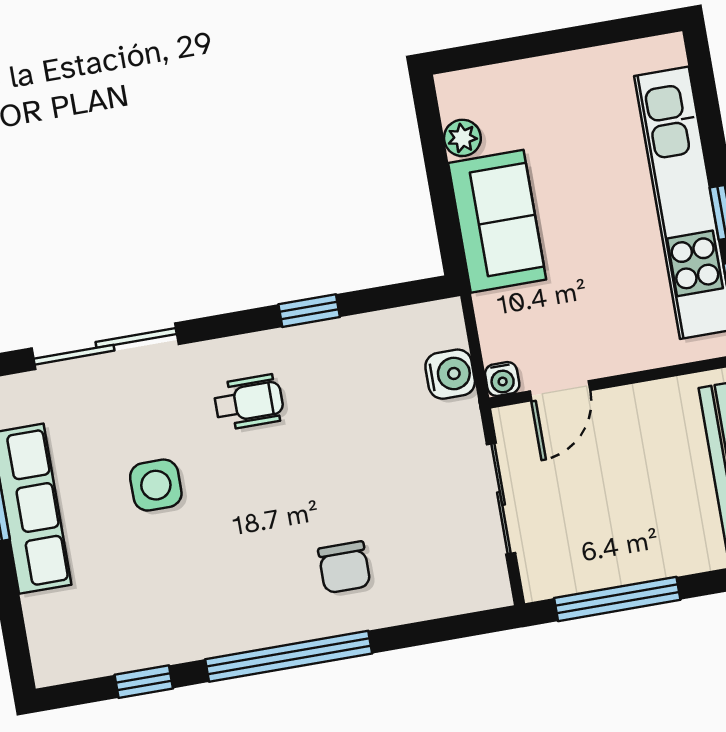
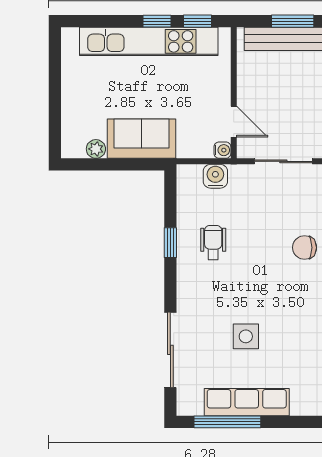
wheelchair: (249, 402) -> (213, 242), moved
chair: (344, 567) -> (305, 248), turned 180

